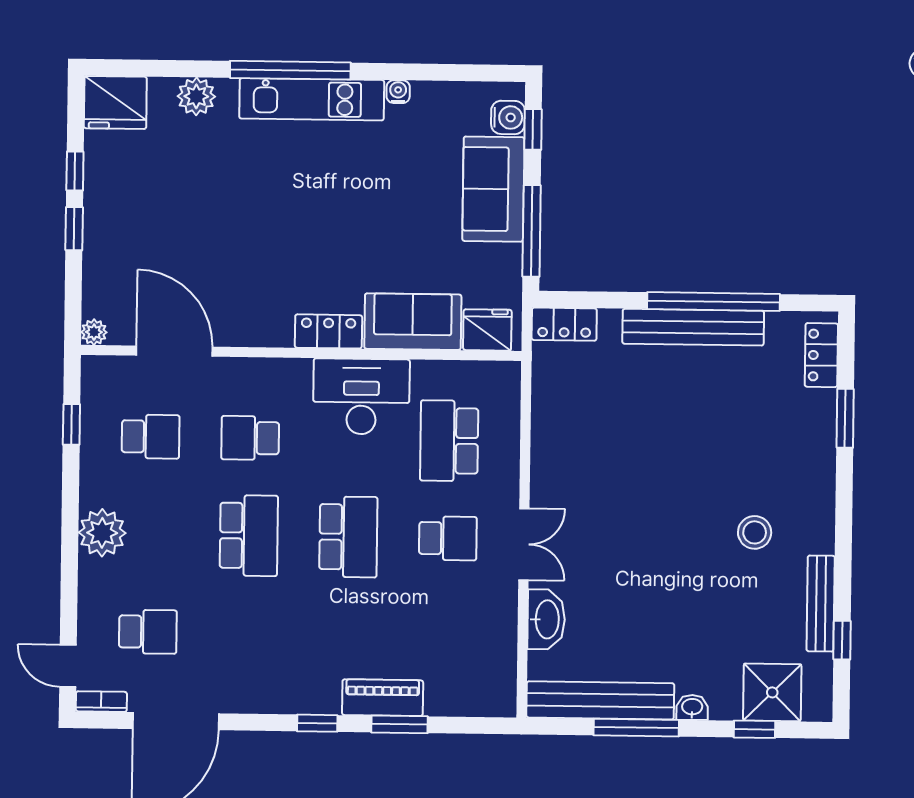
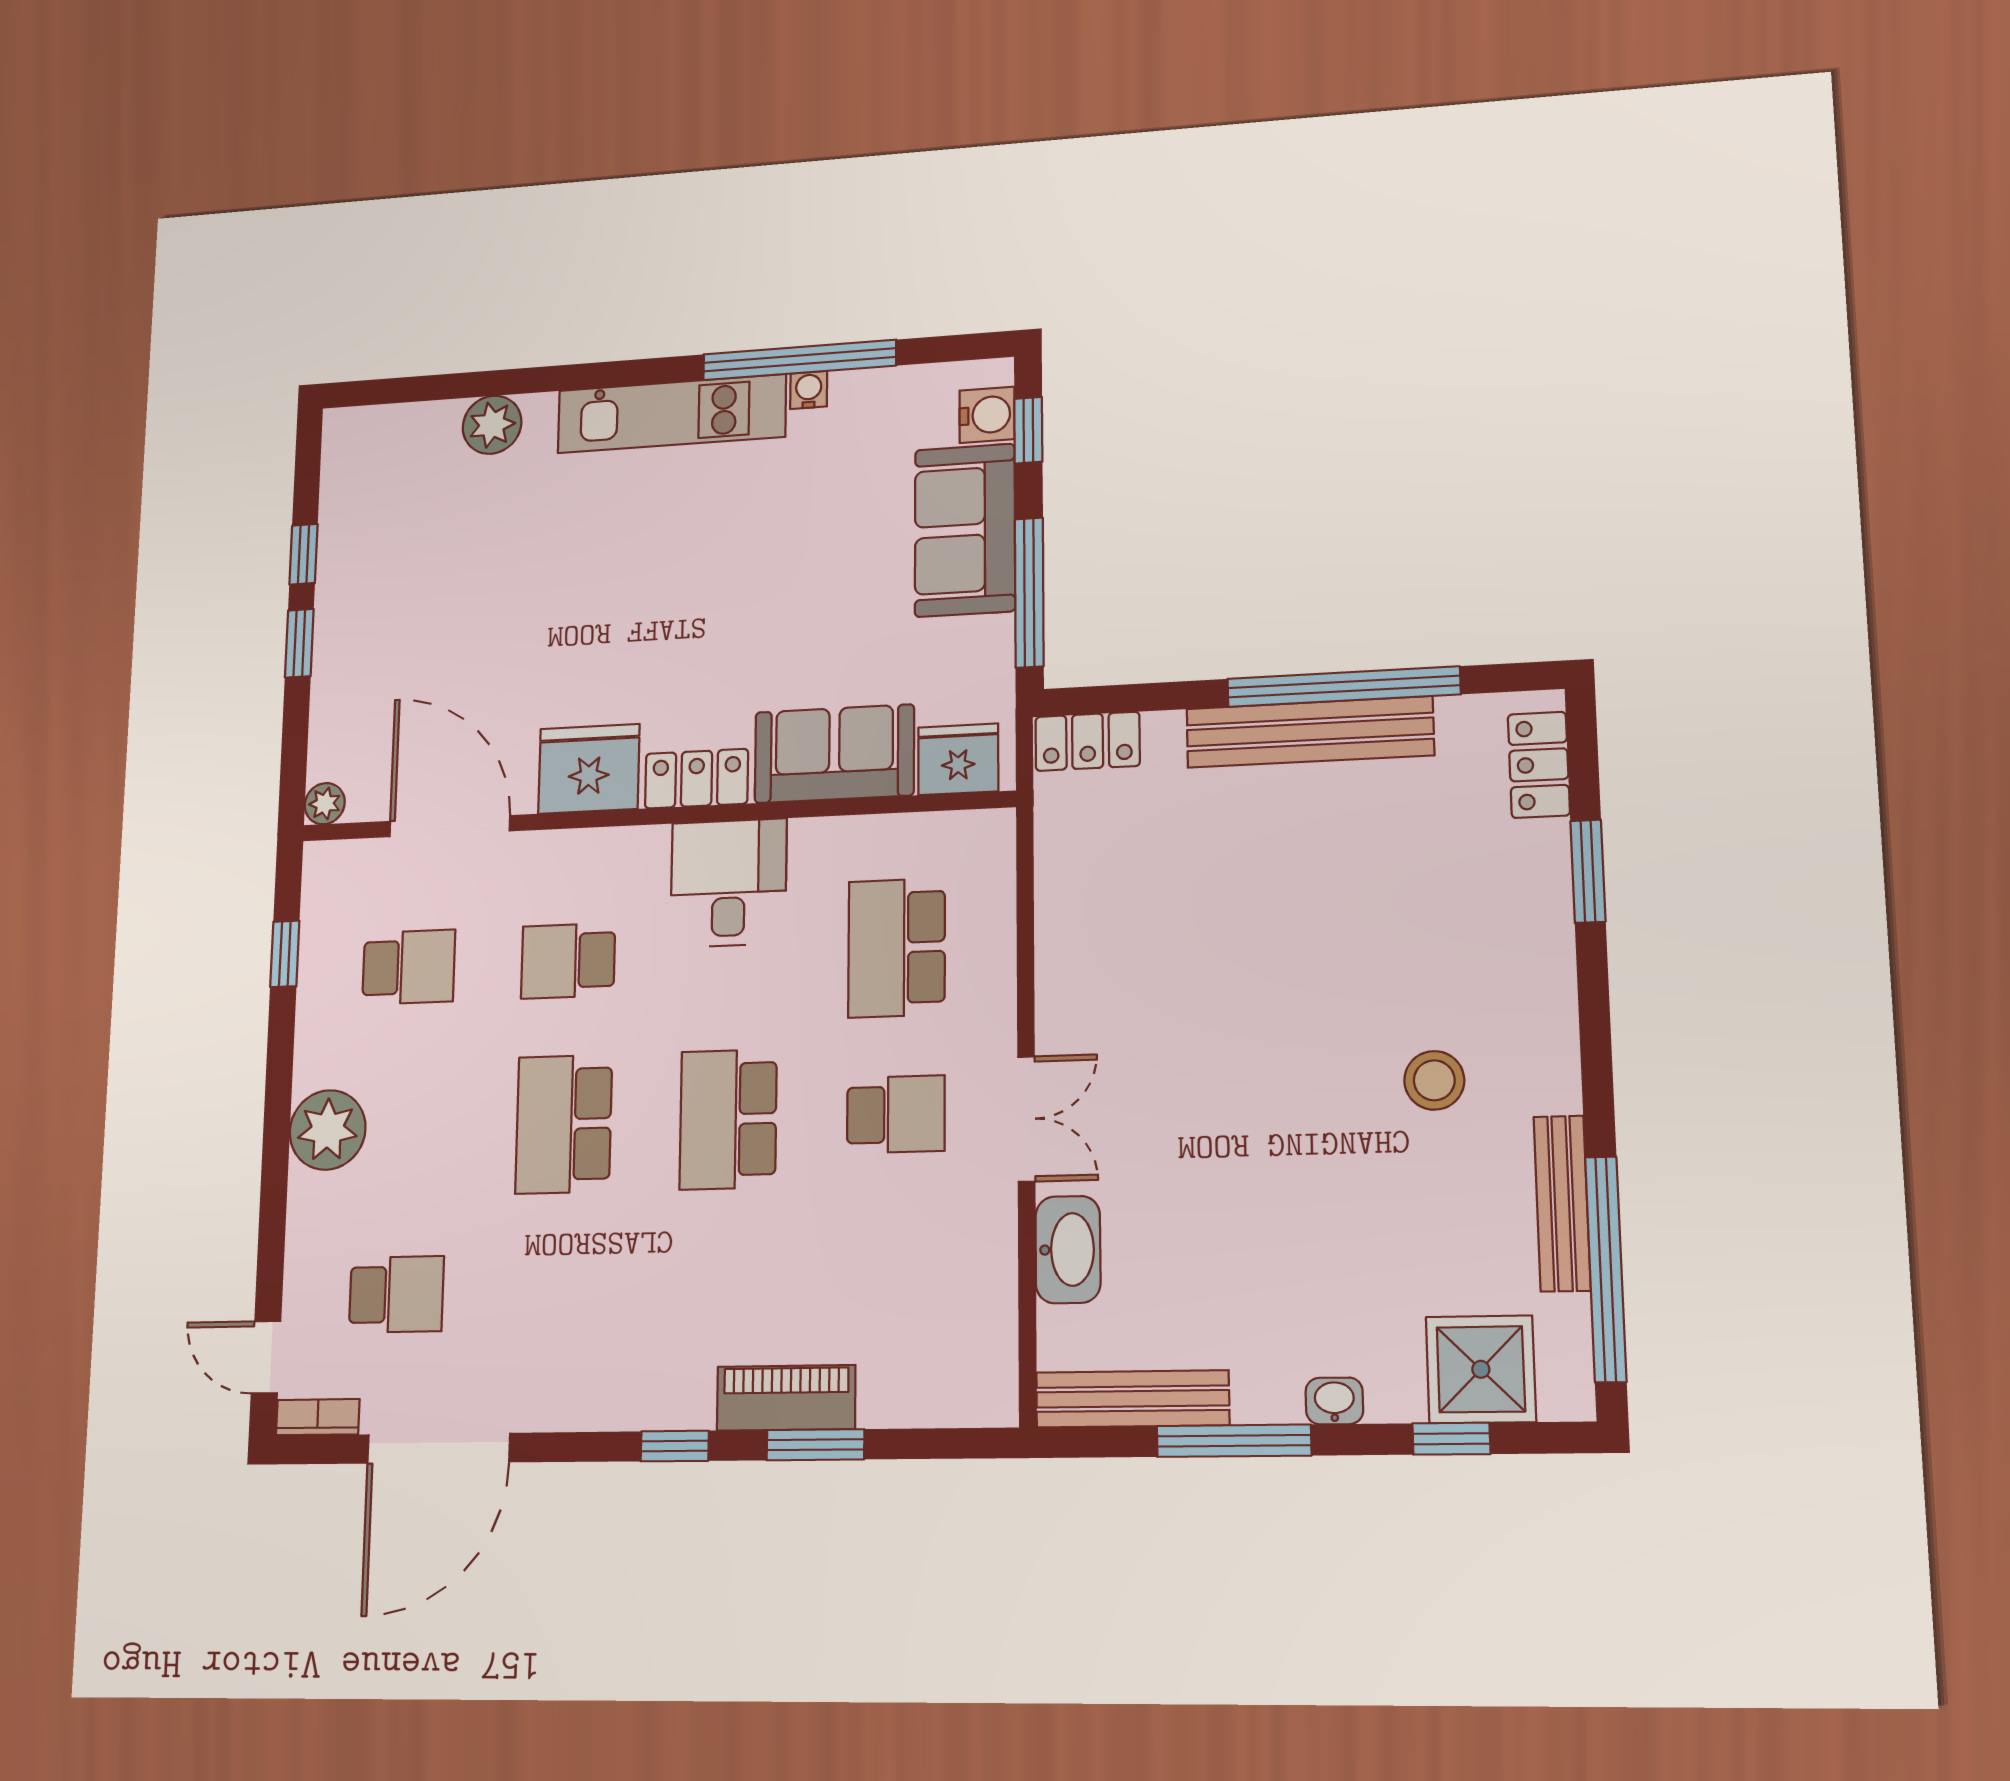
window: (290, 70) -> (799, 360), moved
fridge: (115, 103) -> (589, 769), moved, turned 180
desk: (361, 397) -> (729, 883), width x0.73
school desk: (249, 536) -> (564, 1124), turned 180
school desk: (348, 537) -> (728, 1119), turned 180
window: (842, 640) -> (1606, 1269), width x3.17
bench: (600, 700) -> (1132, 1399), width x0.73, depth x0.82

